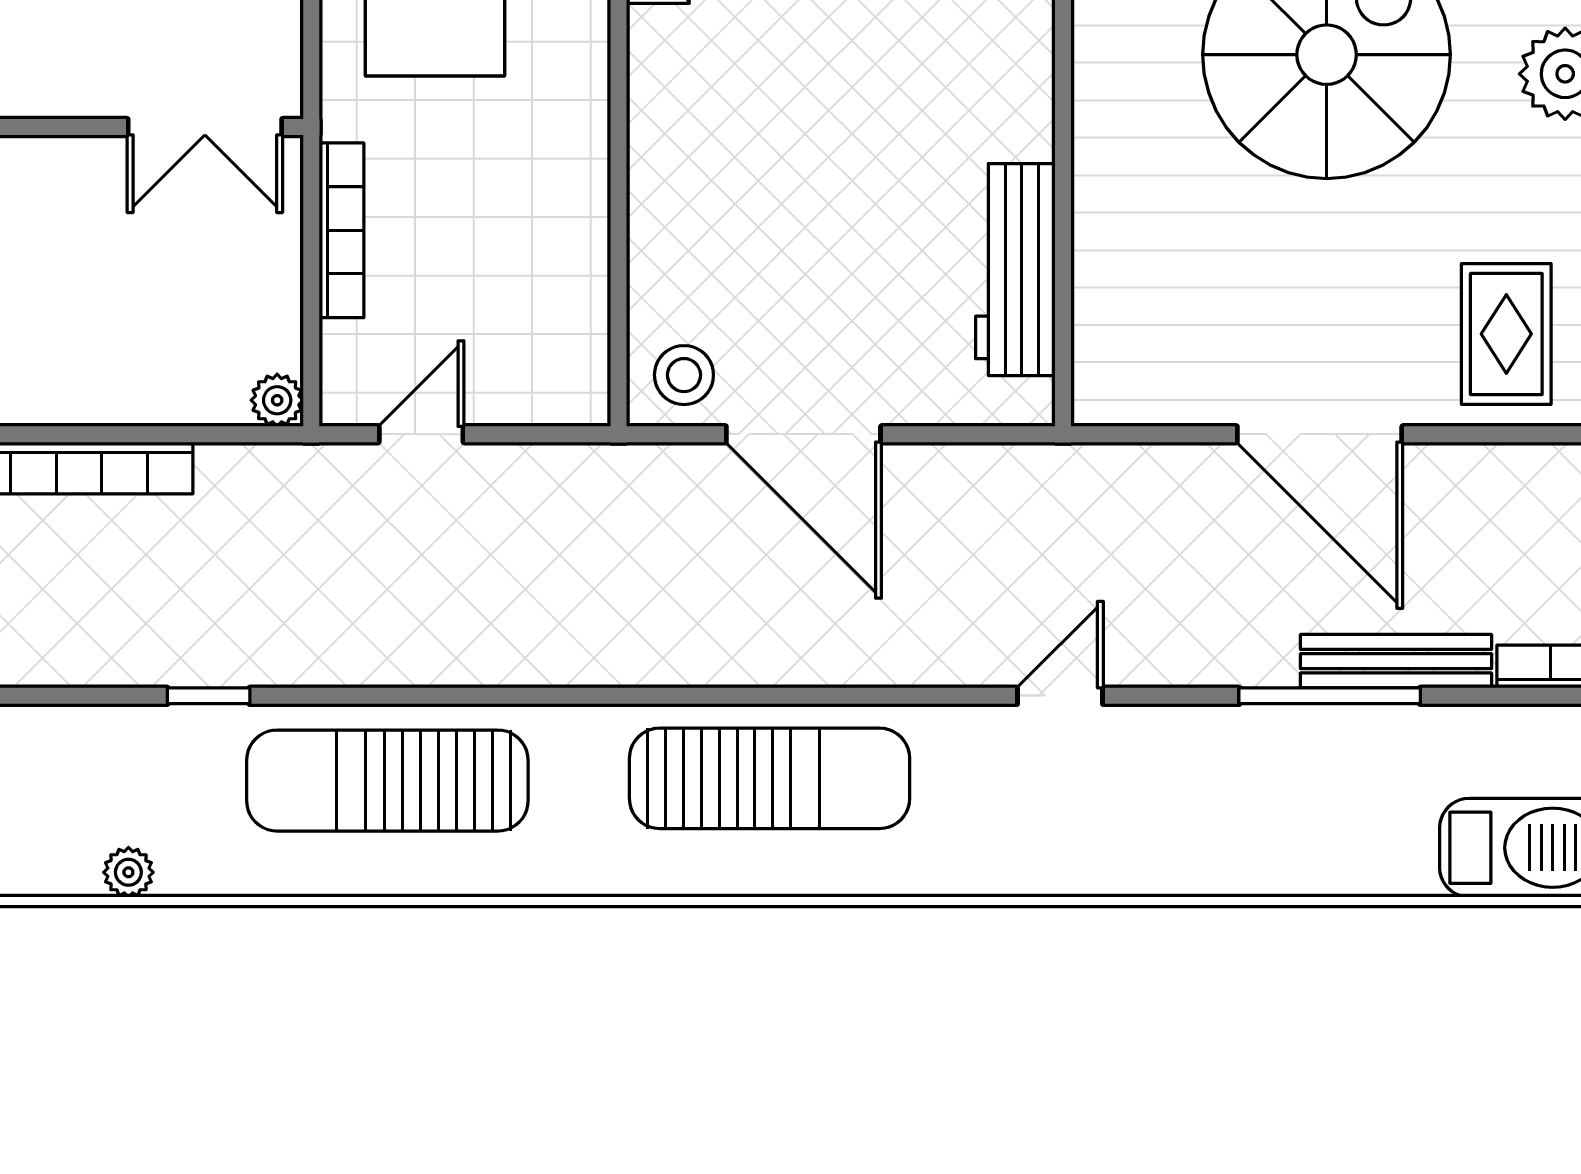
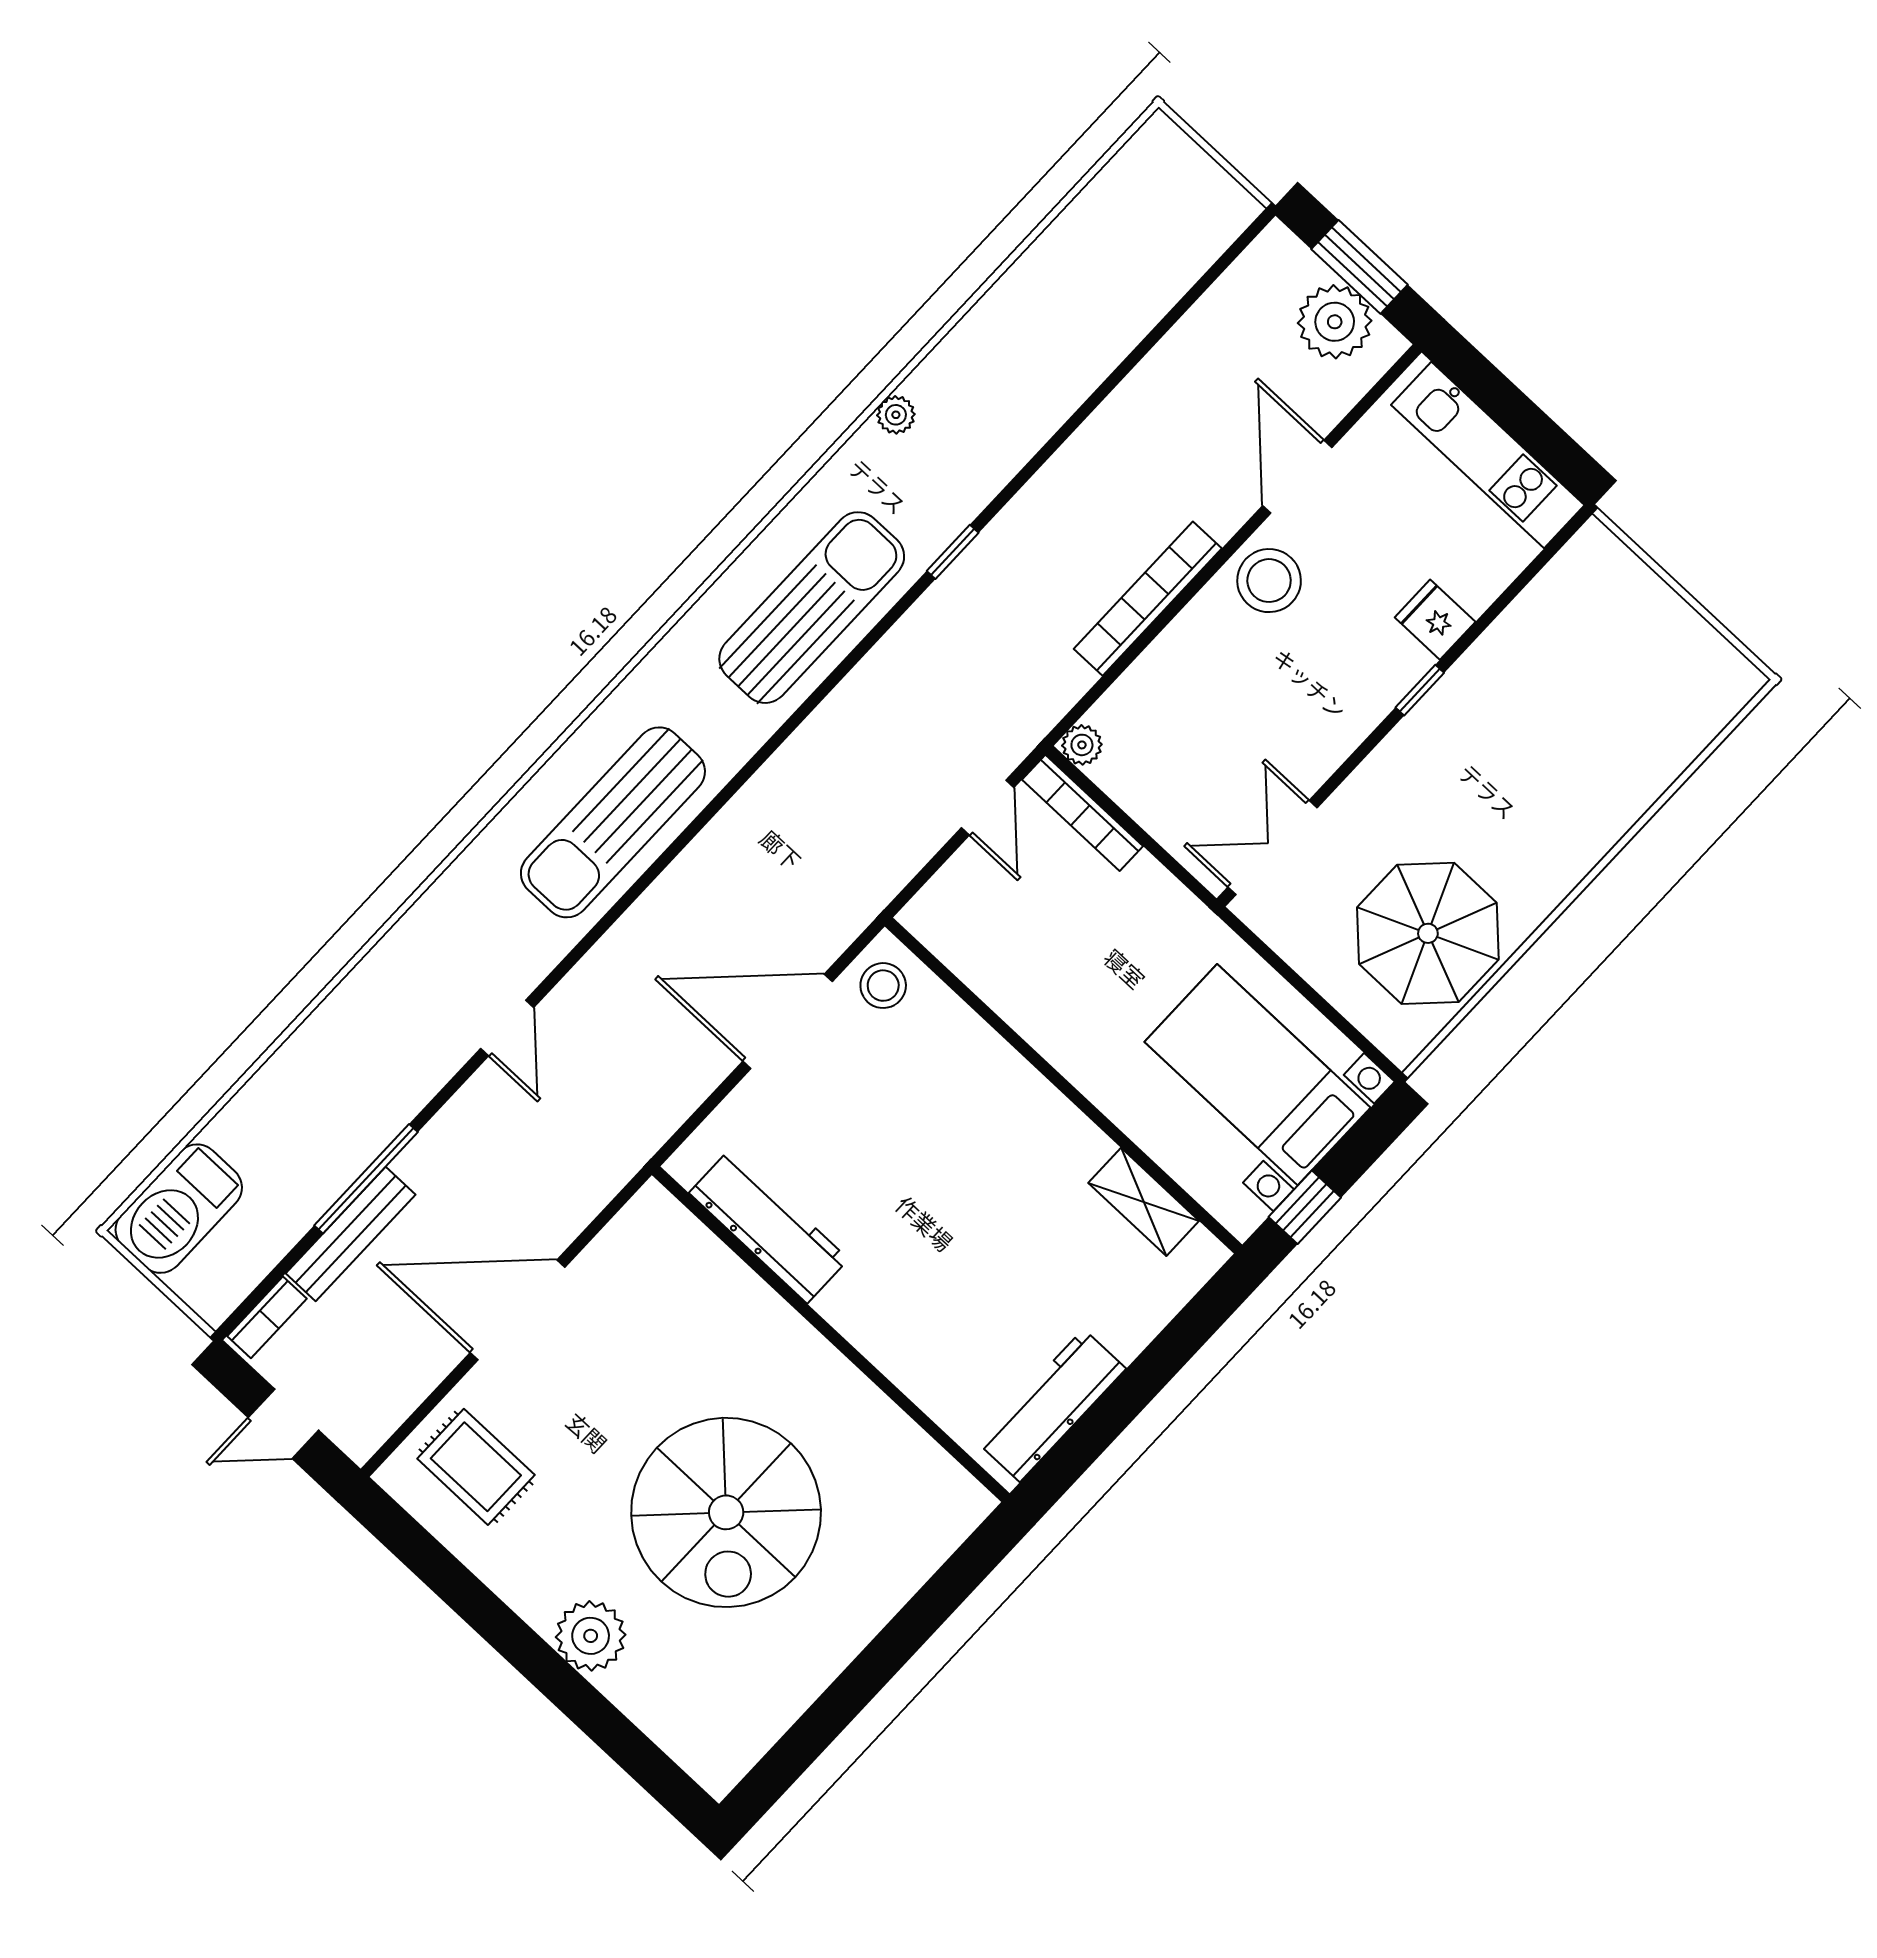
bookcase: (341, 230) -> (1083, 813), moved

